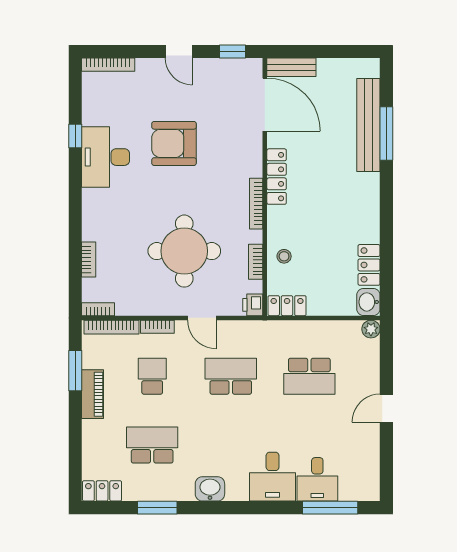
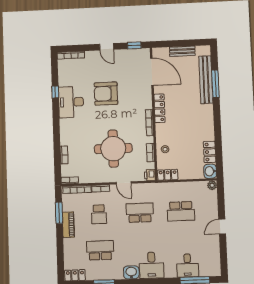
bench: (291, 67) -> (182, 51), moved
school desk: (152, 376) -> (99, 214), turned 180
desk: (273, 477) -> (152, 265), moved

